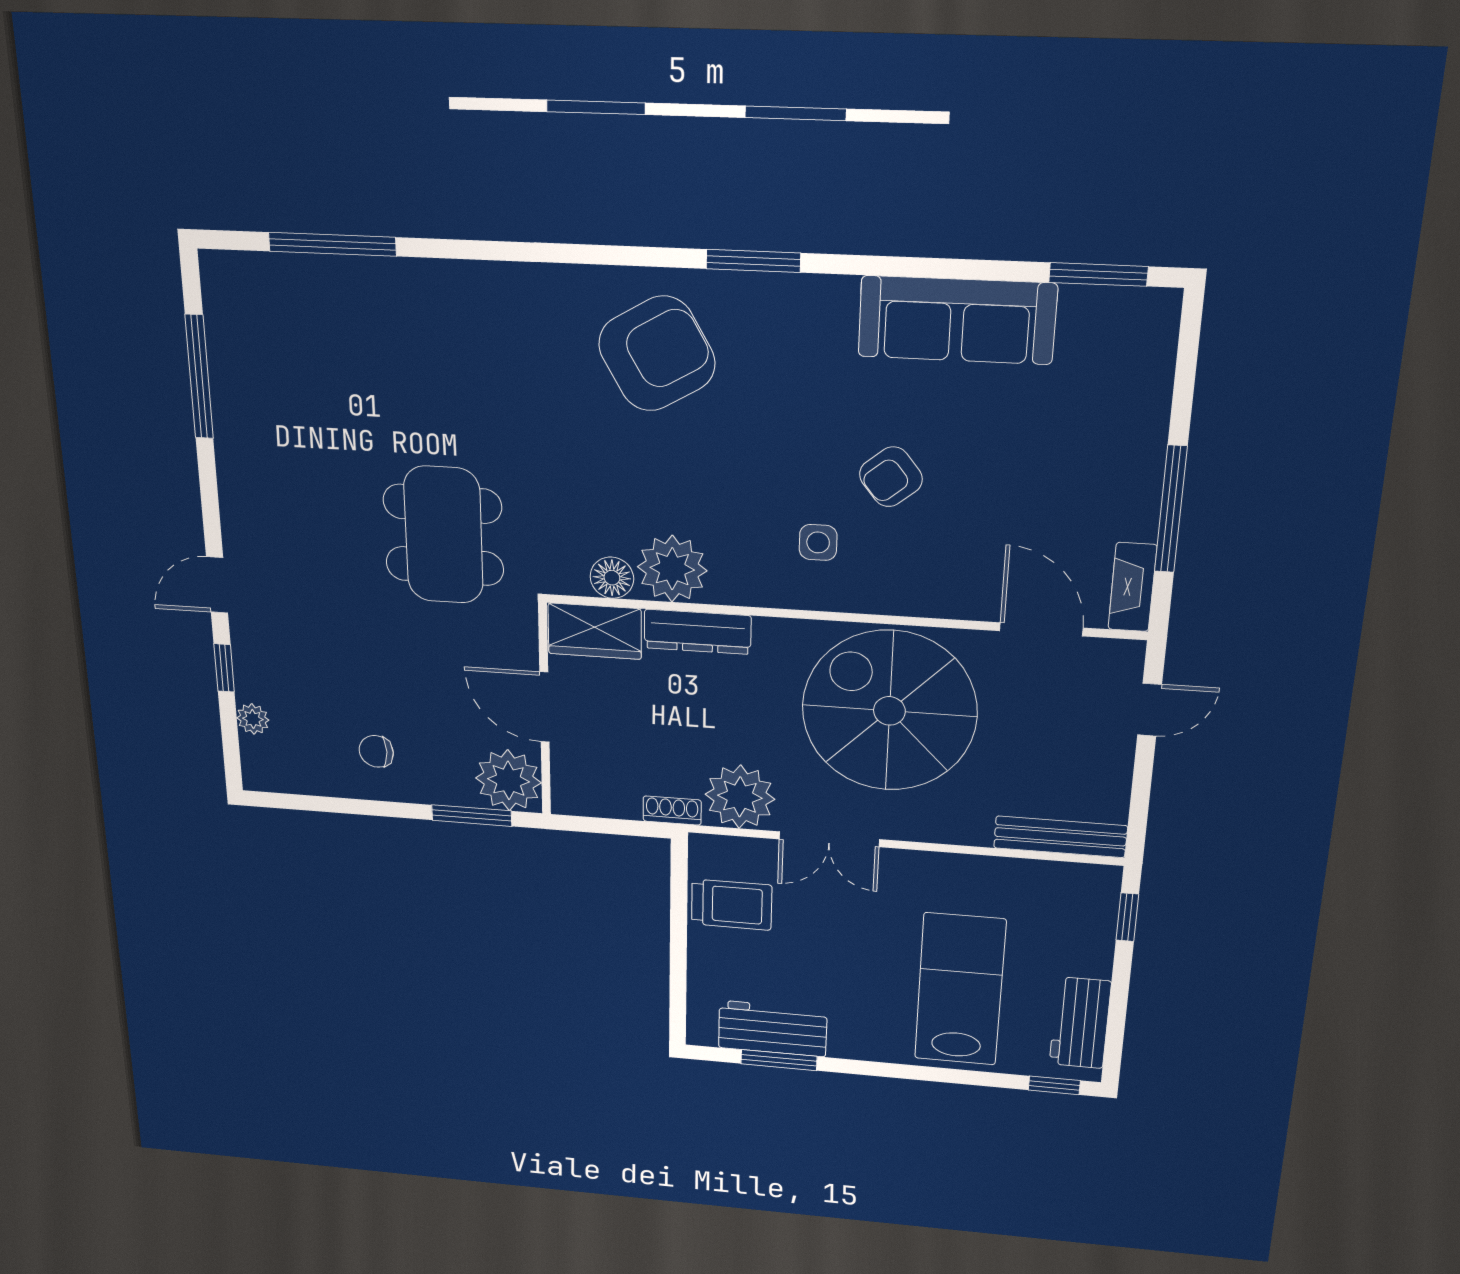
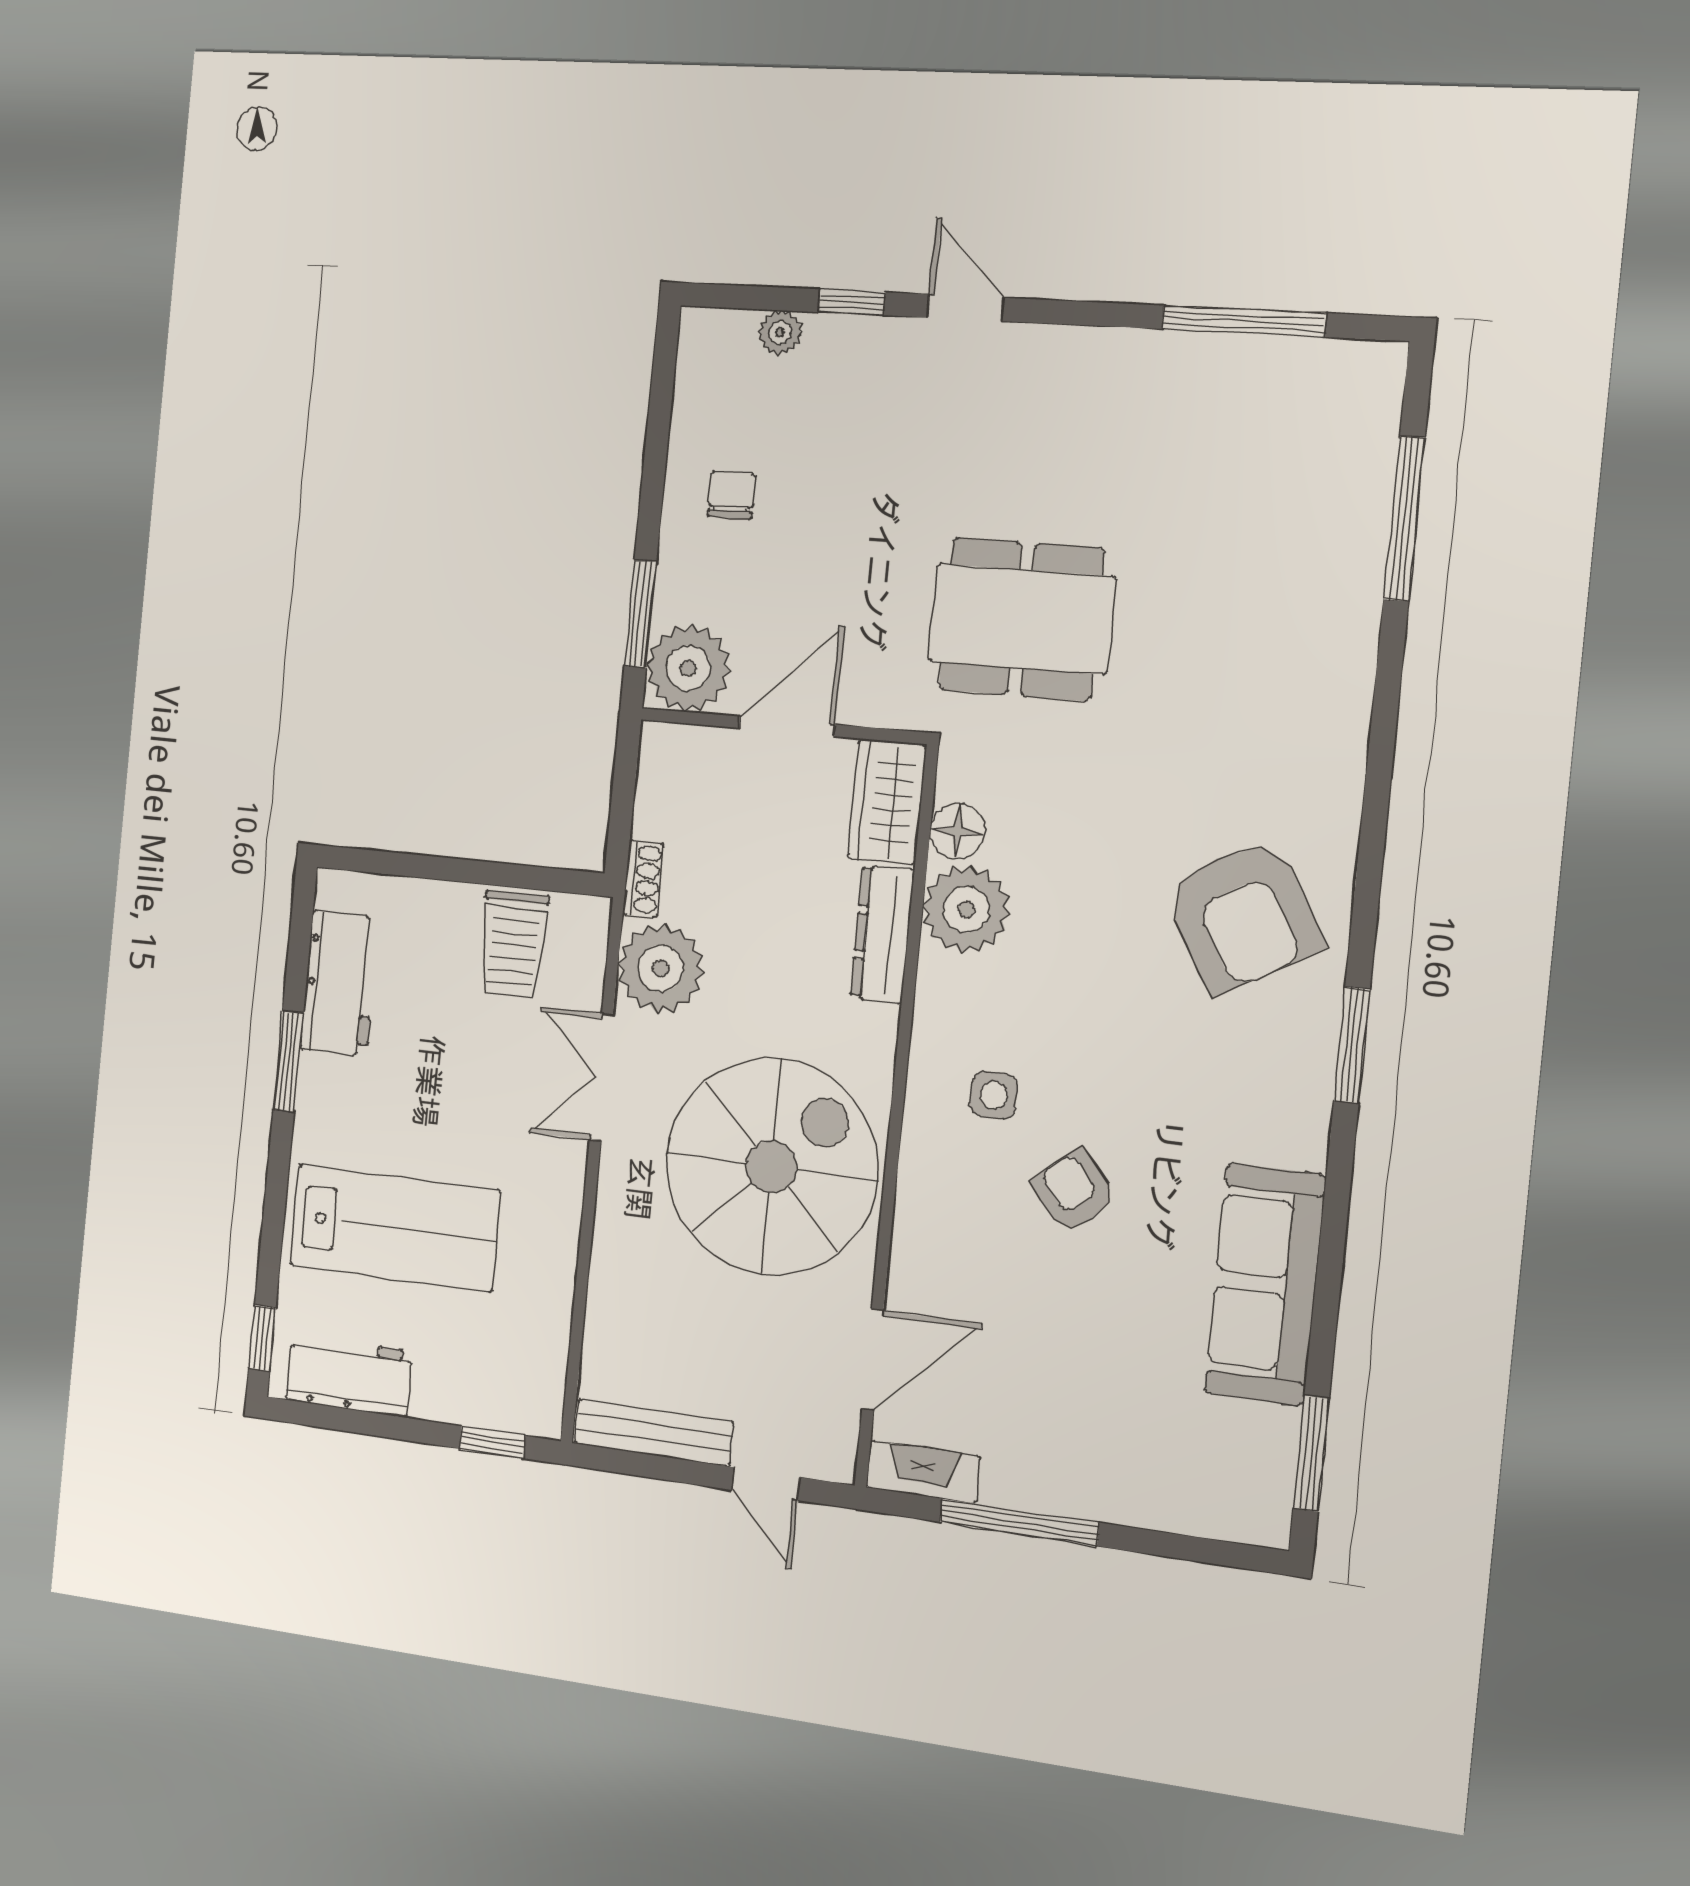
bench: (1060, 837) -> (654, 1433), moved, turned 90
window: (779, 1060) -> (288, 1061), moved

